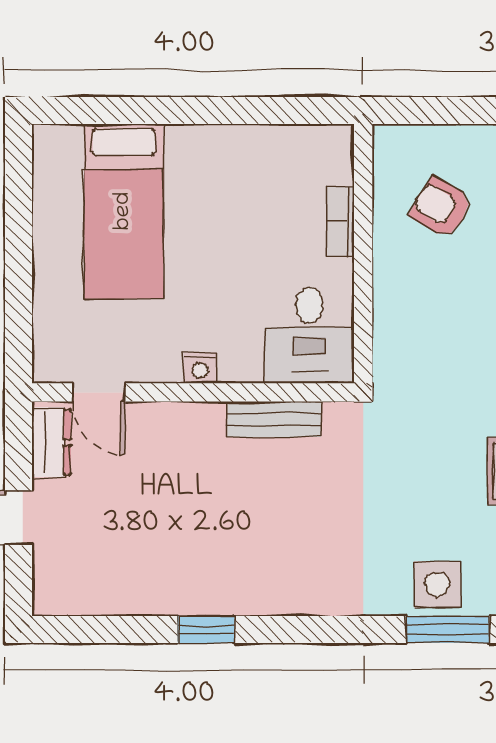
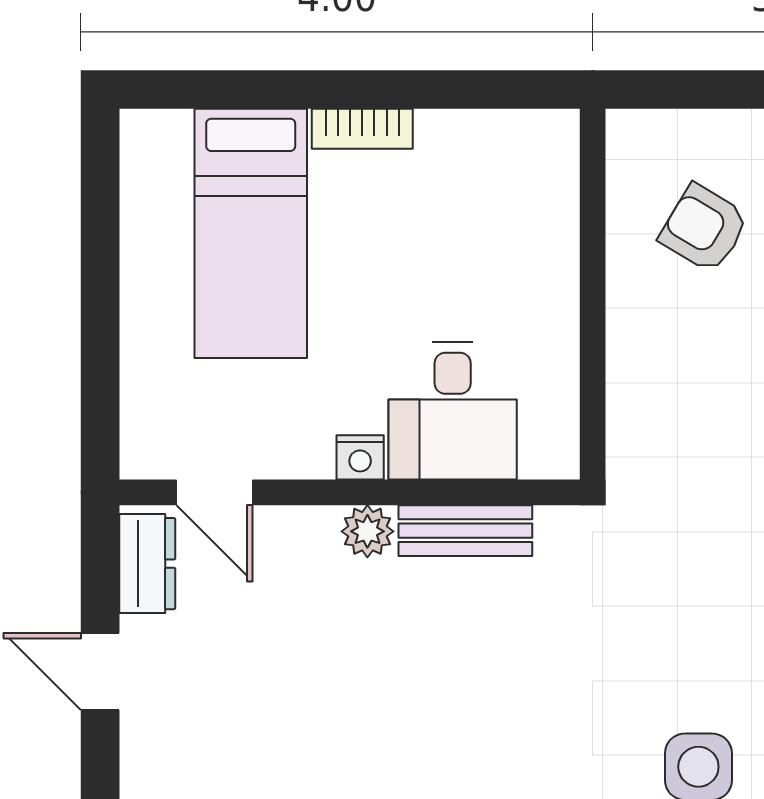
bookcase: (340, 222) -> (362, 129), moved, turned -90
desk: (309, 335) -> (453, 411), moved
plant: (206, 420) -> (367, 531), added

